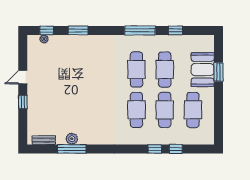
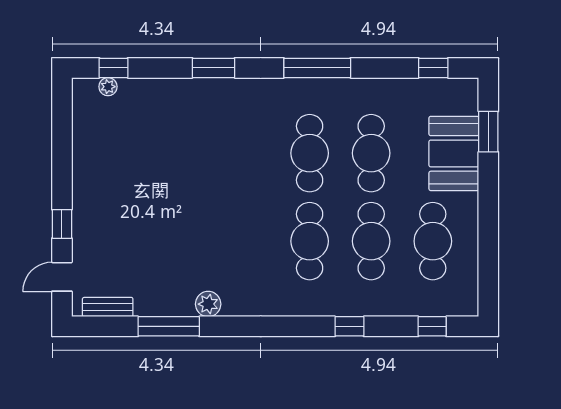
window: (78, 30) -> (214, 68), moved
window: (175, 30) -> (433, 68), moved
window: (218, 72) -> (488, 132), moved
door: (23, 77) -> (62, 277), moved
plant: (72, 139) -> (208, 304), moved
window: (176, 149) -> (432, 326), moved

